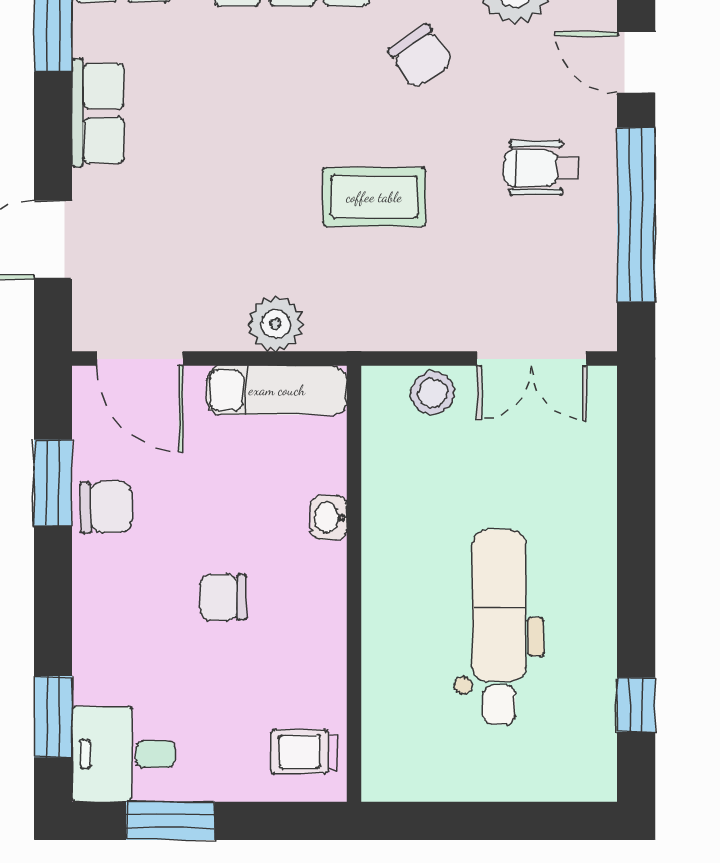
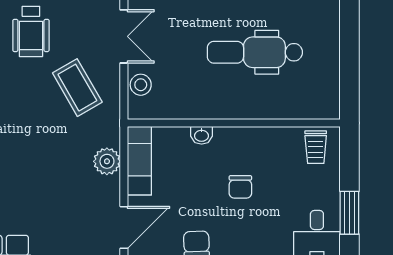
wheelchair: (542, 168) -> (31, 31), width x1.36, depth x1.37
coffee table: (374, 197) -> (77, 88), moved, turned -30

